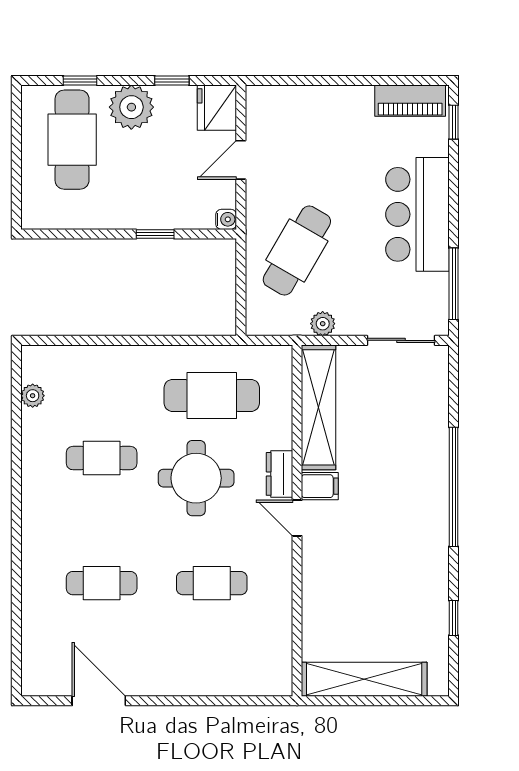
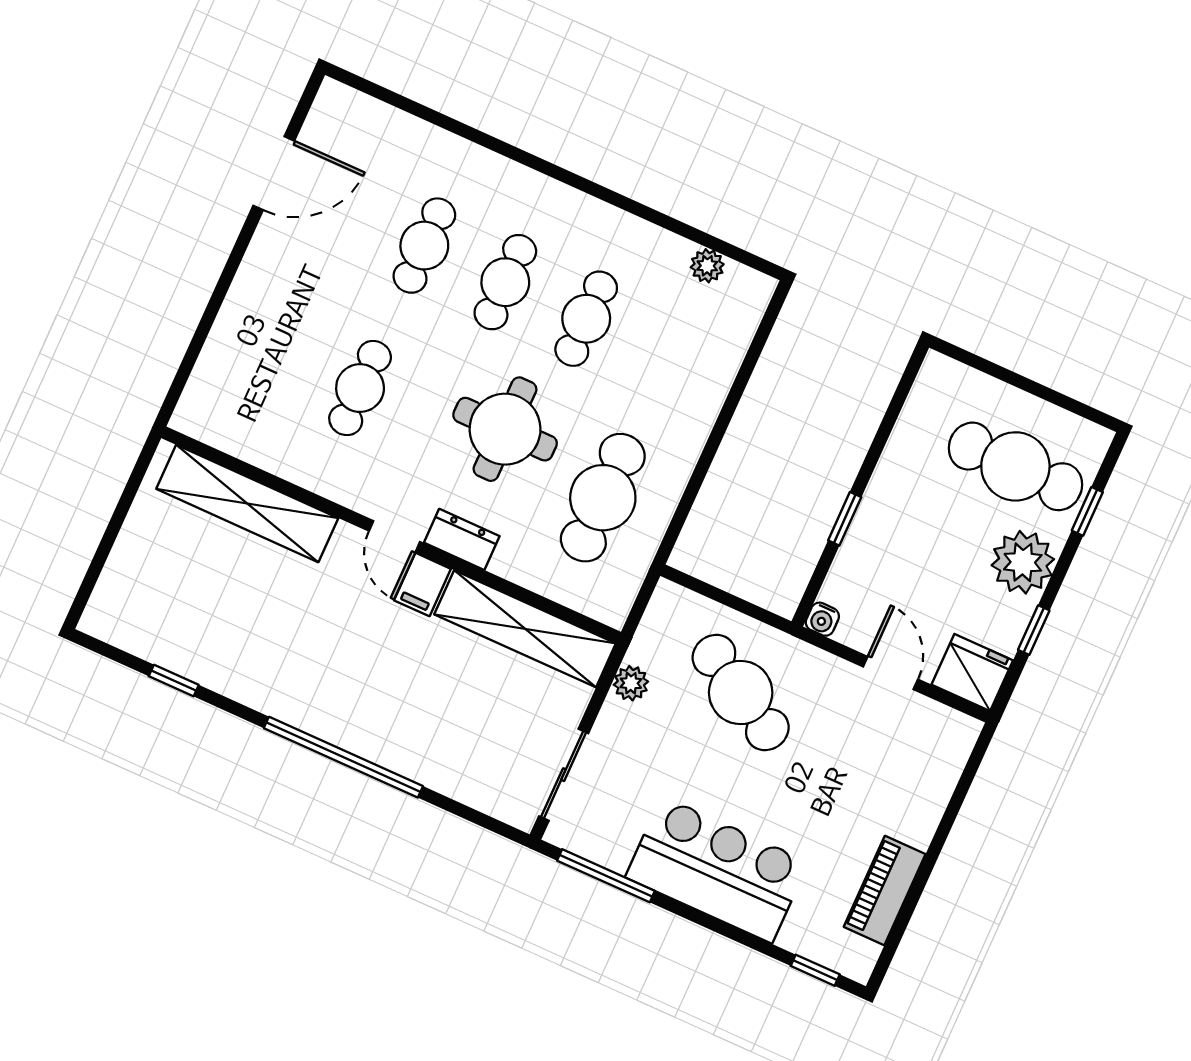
piano: (410, 101) -> (885, 891), moved
door: (297, 518) -> (394, 536), swing flipped
cafe table: (102, 521) -> (505, 282), added
shelving: (364, 679) -> (247, 503), moved, turned 90

